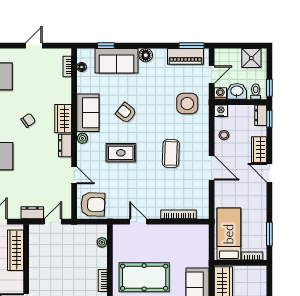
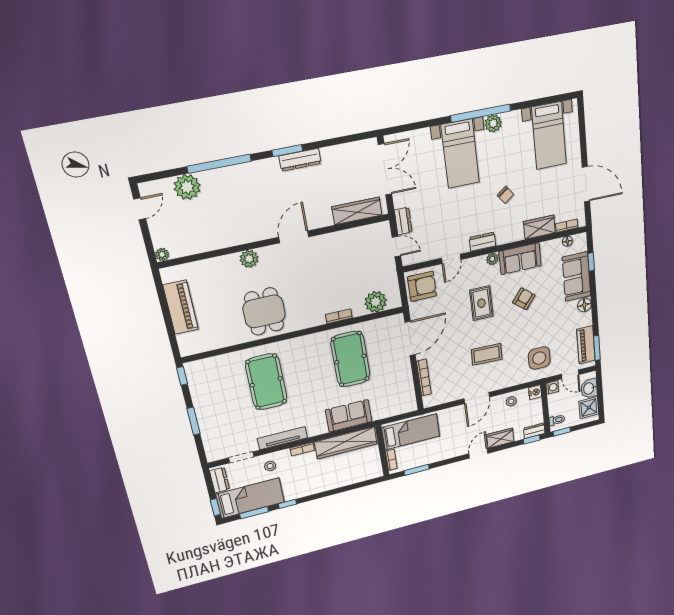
door: (34, 46) -> (586, 184), width x1.87
washbasin: (237, 91) -> (589, 388), moved, turned 180
wardrobe: (63, 119) -> (539, 227), moved
armchair: (93, 204) -> (422, 286), turned -92
door: (138, 222) -> (410, 338), width x1.87
plant: (102, 242) -> (376, 302), width x1.87, depth x1.87

